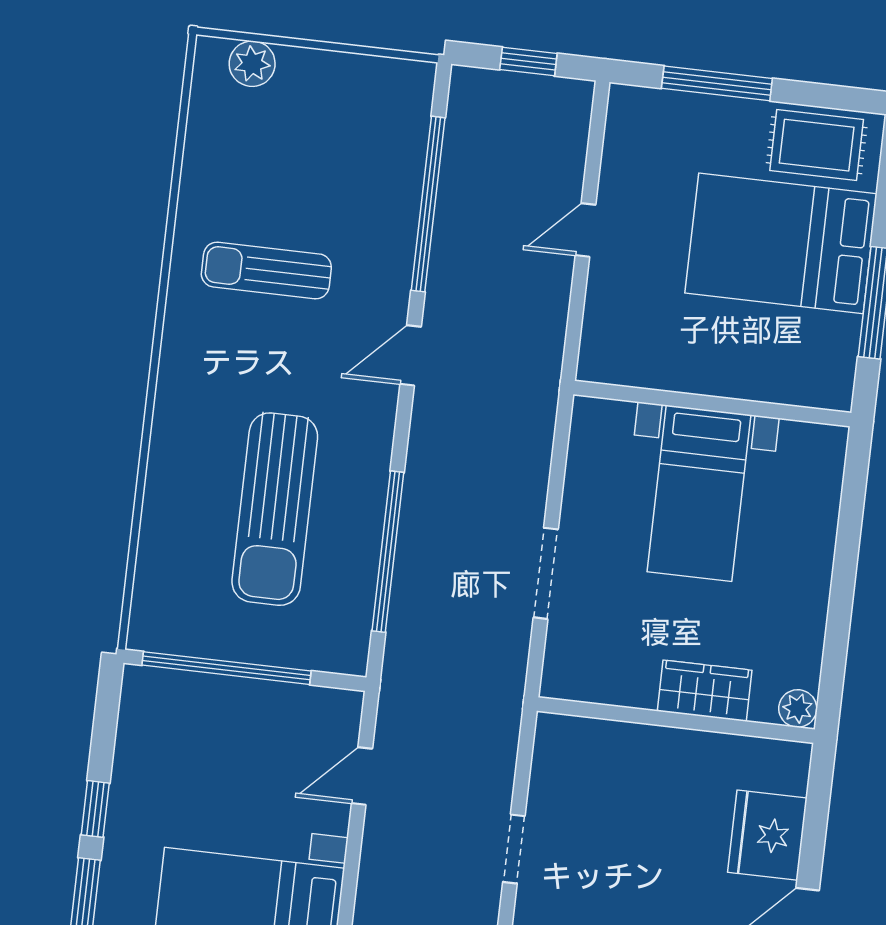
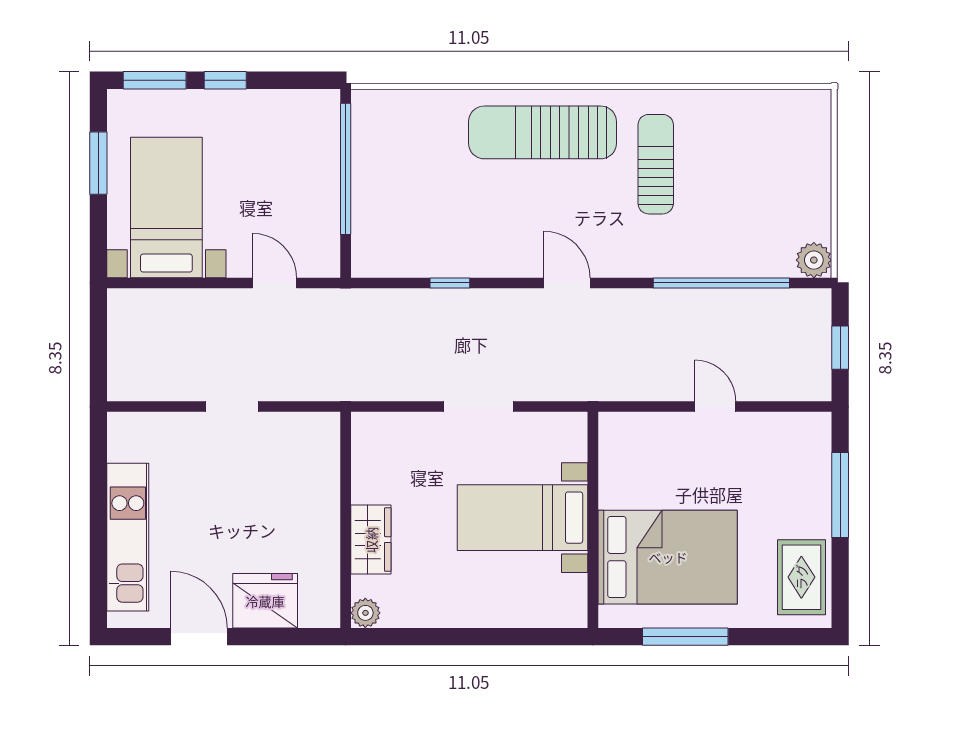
plant: (252, 64) -> (814, 260), moved
bed: (781, 243) -> (668, 557), moved, turned 90
door: (411, 355) -> (567, 283), moved
sun lounger: (275, 509) -> (542, 132), moved
window: (388, 552) -> (450, 283), width x0.32
doorway: (546, 573) -> (479, 407), moved

